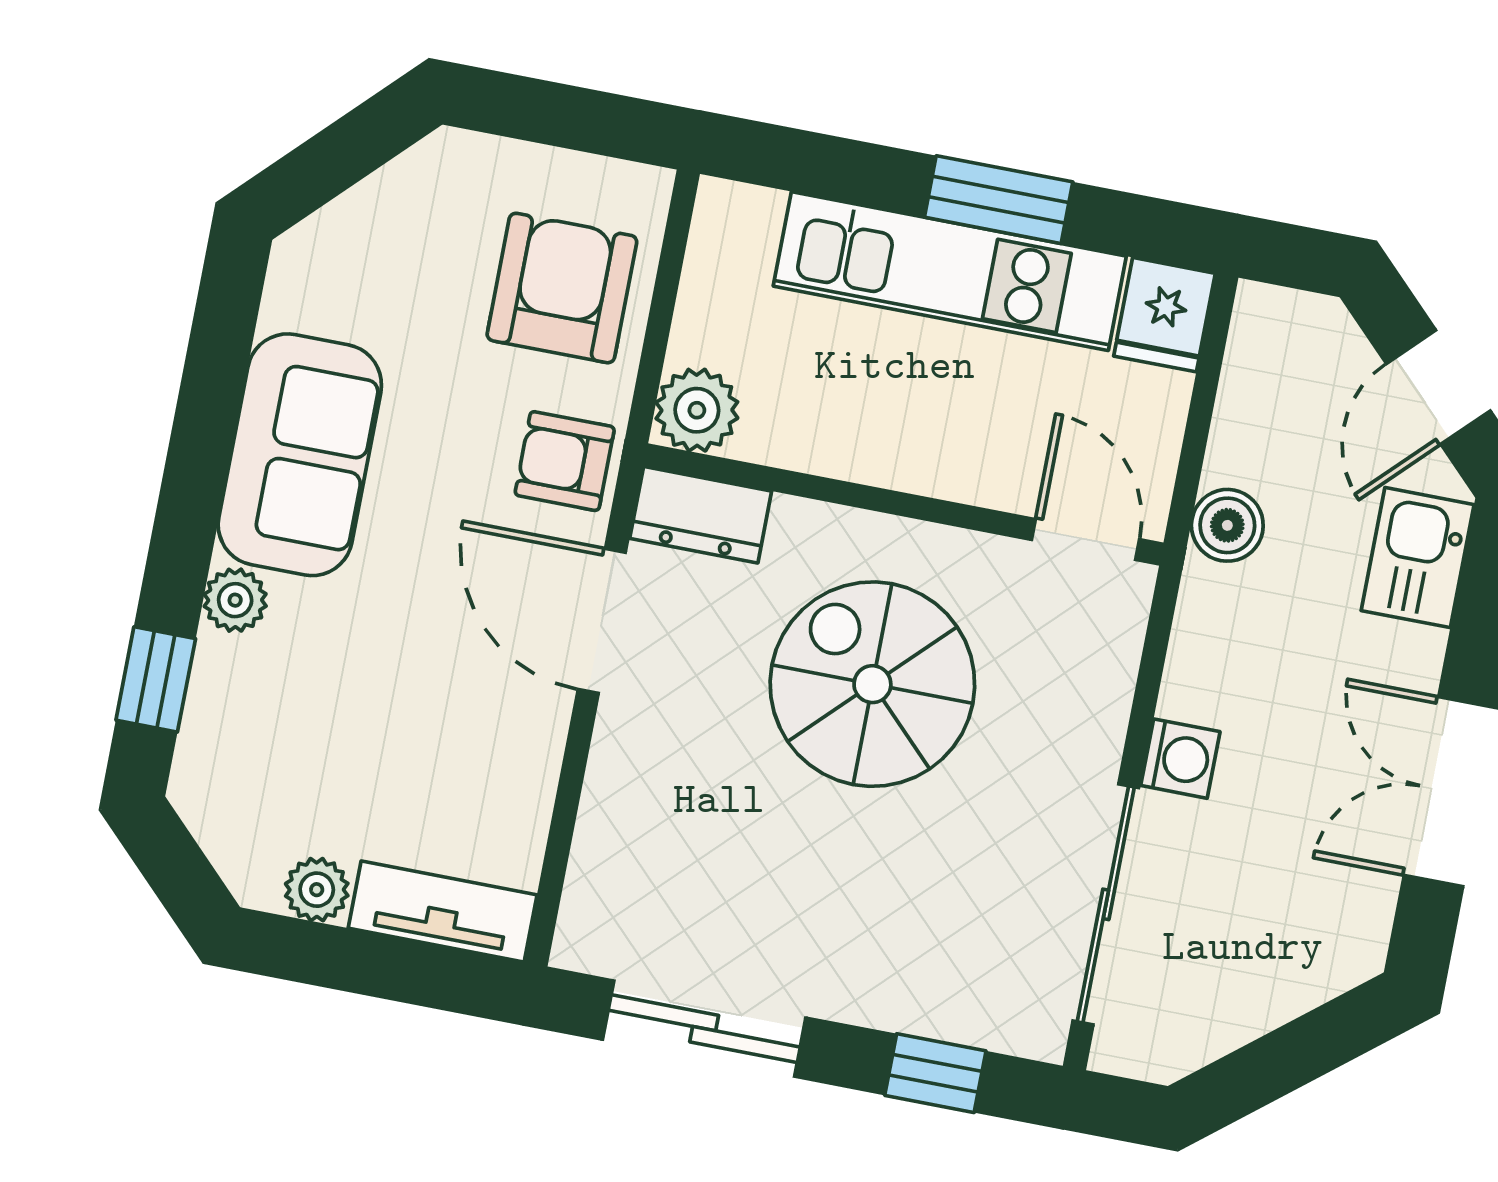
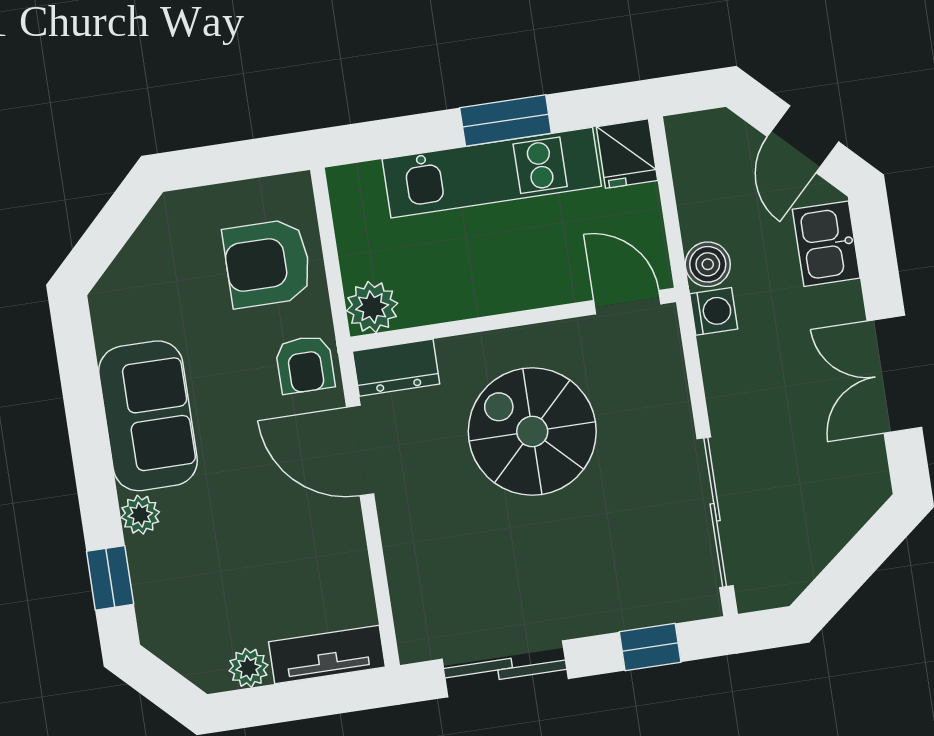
armchair: (562, 288) -> (267, 263), turned -90
armchair: (565, 461) -> (305, 364), turned -90
washing machine: (1180, 759) -> (714, 311), moved

